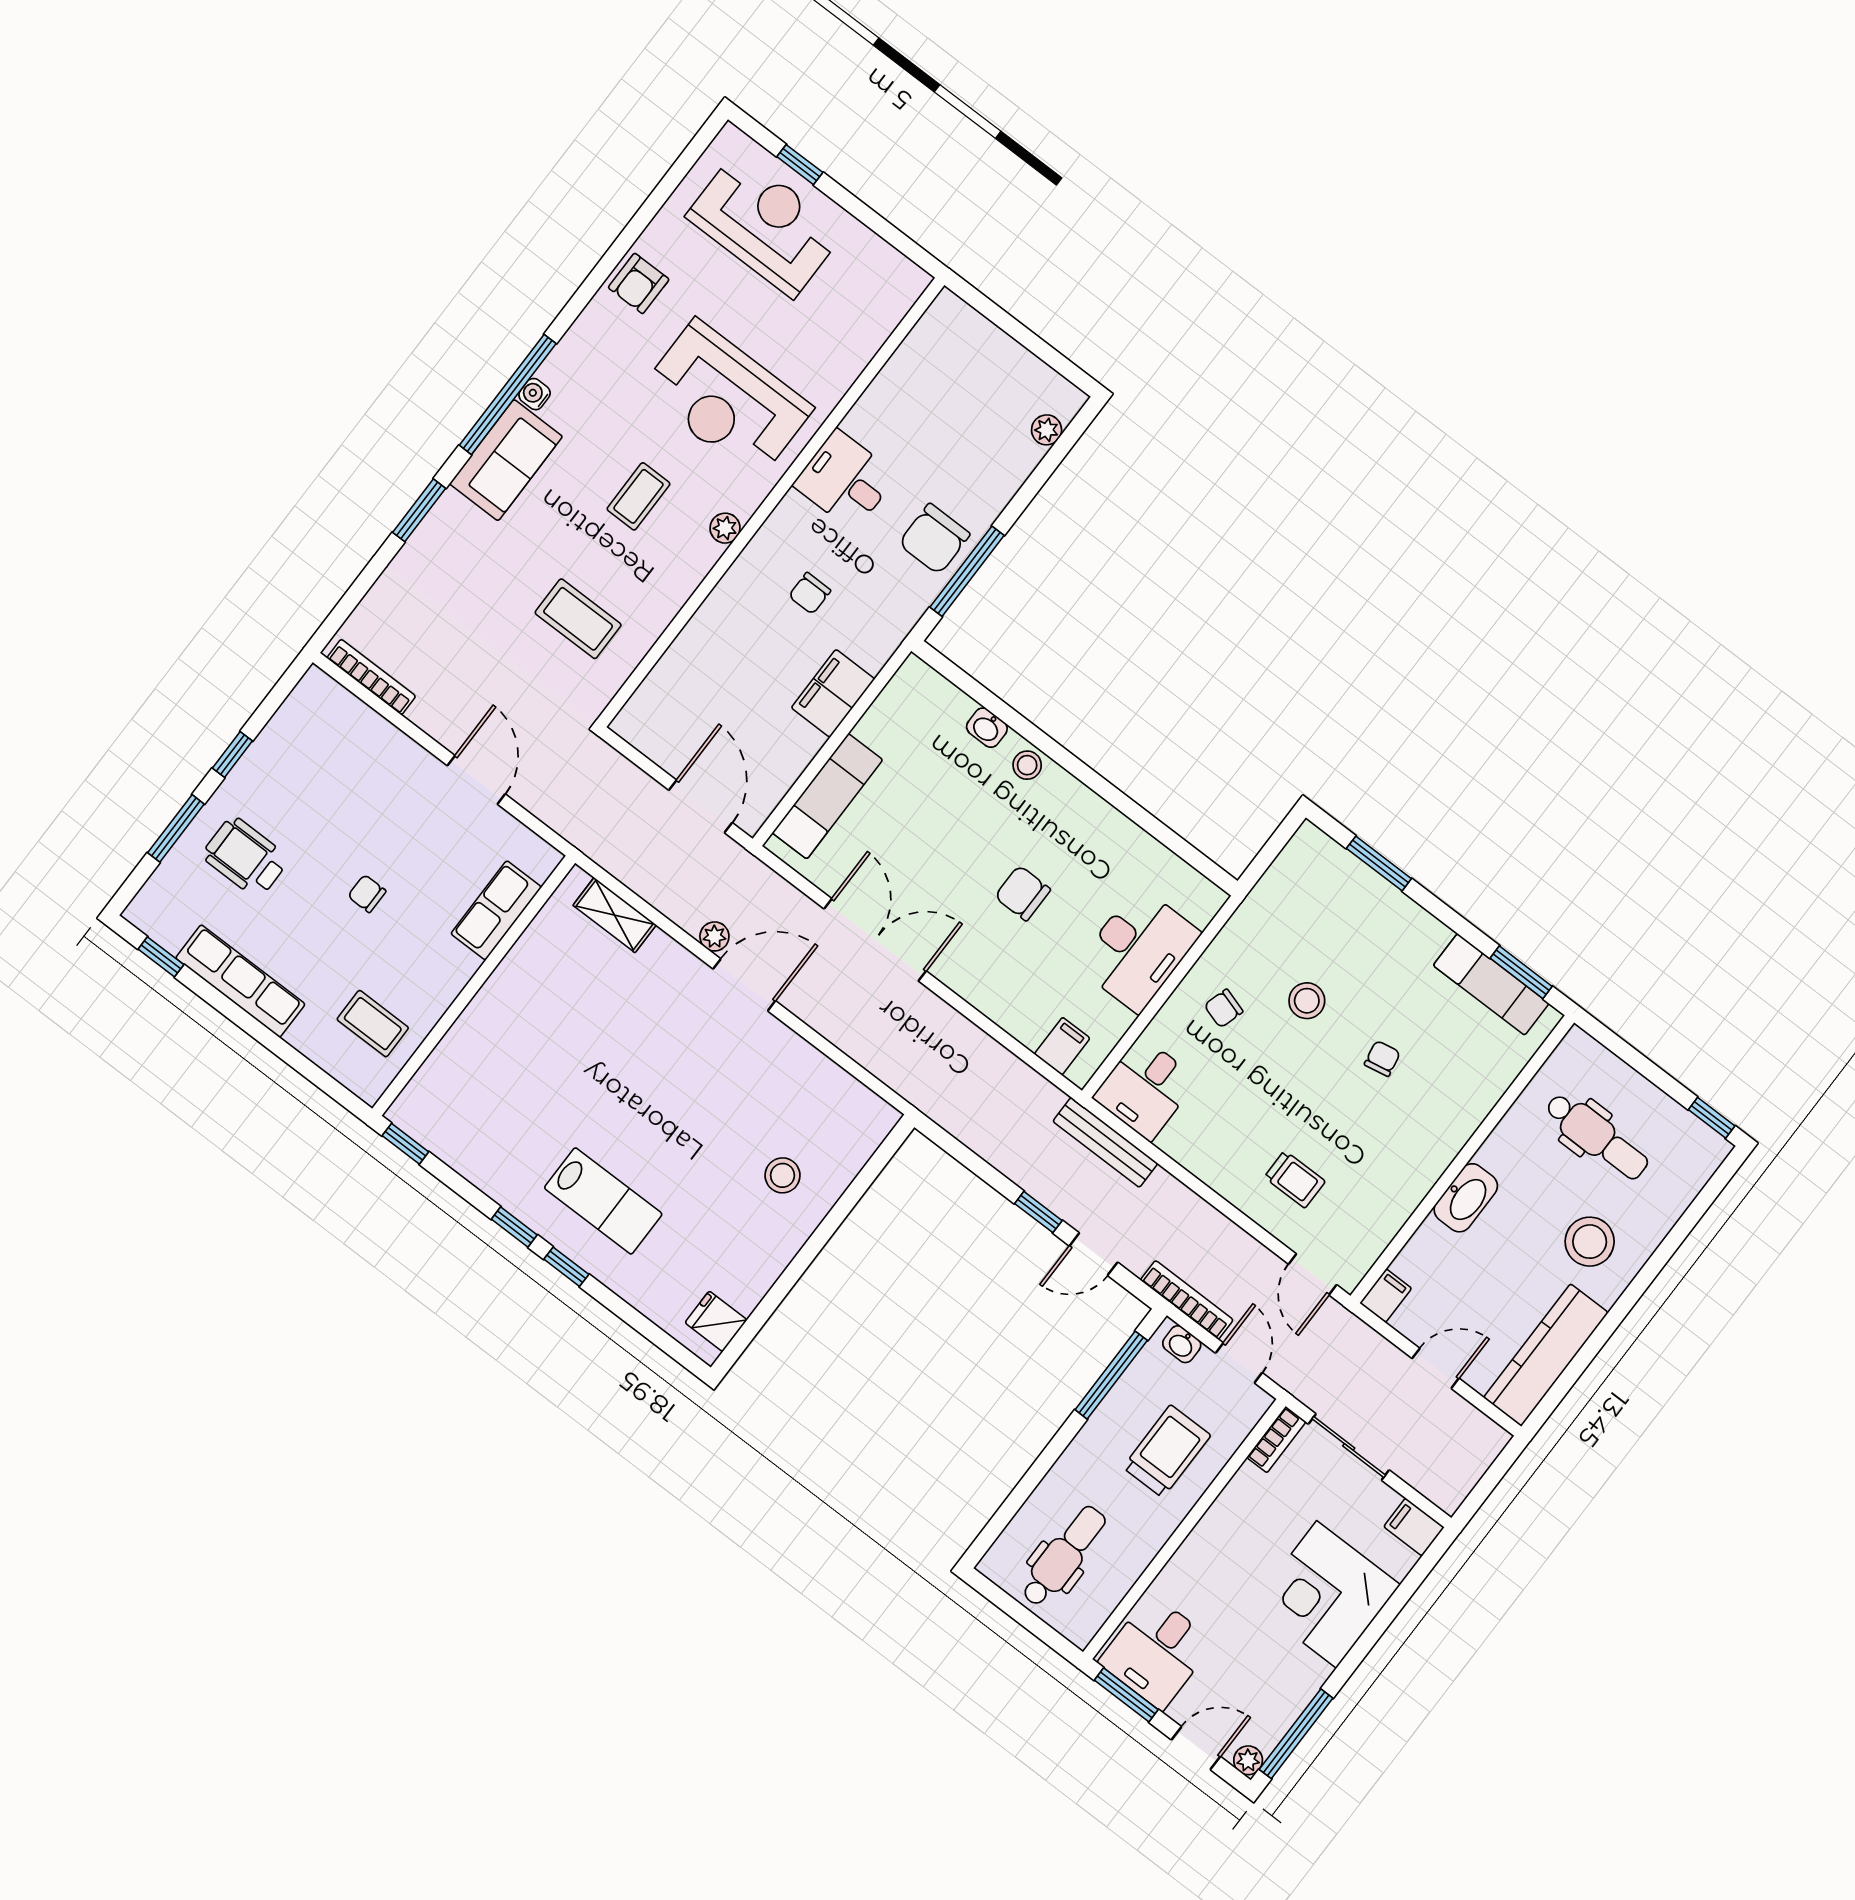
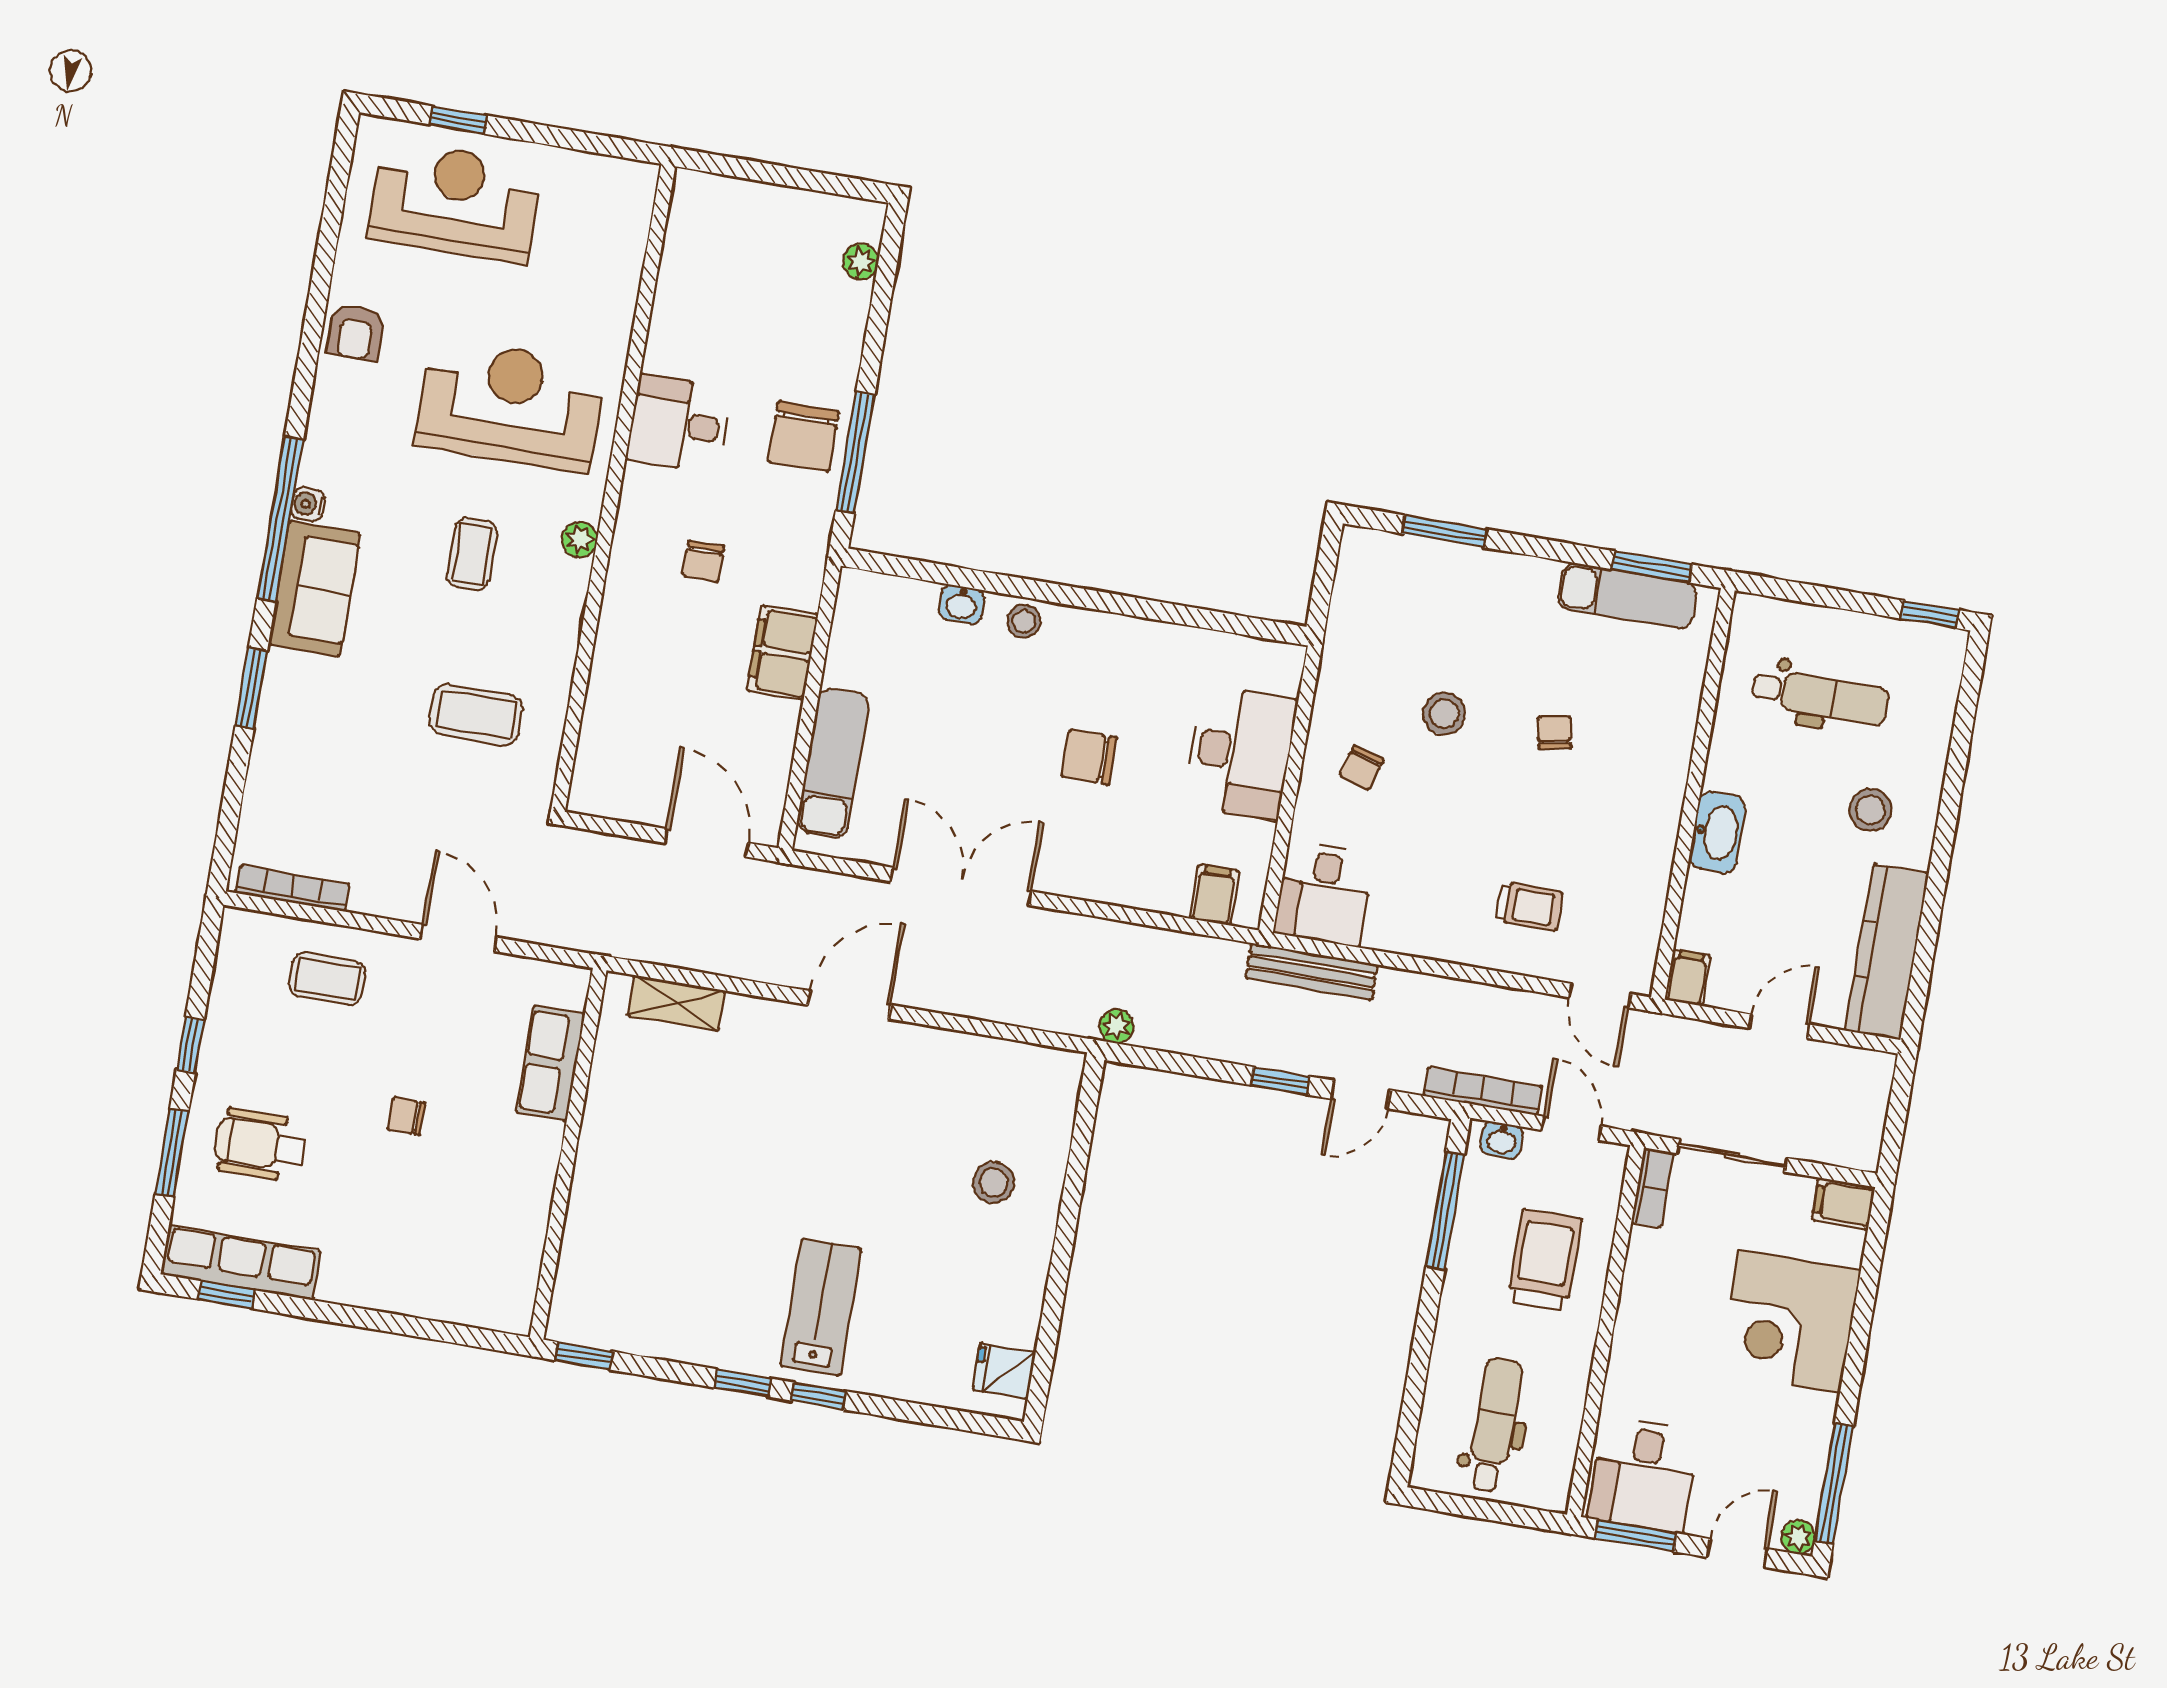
reception desk: (726, 399) -> (511, 405), turned 180
plant: (714, 936) -> (1117, 1026), moved
row of seats: (240, 981) -> (241, 1263), moved
coffee table: (373, 1024) -> (327, 979), moved
lab bench: (603, 1201) -> (821, 1307), turned -90
stool: (1590, 1242) -> (1870, 810), width x0.73, depth x0.73

